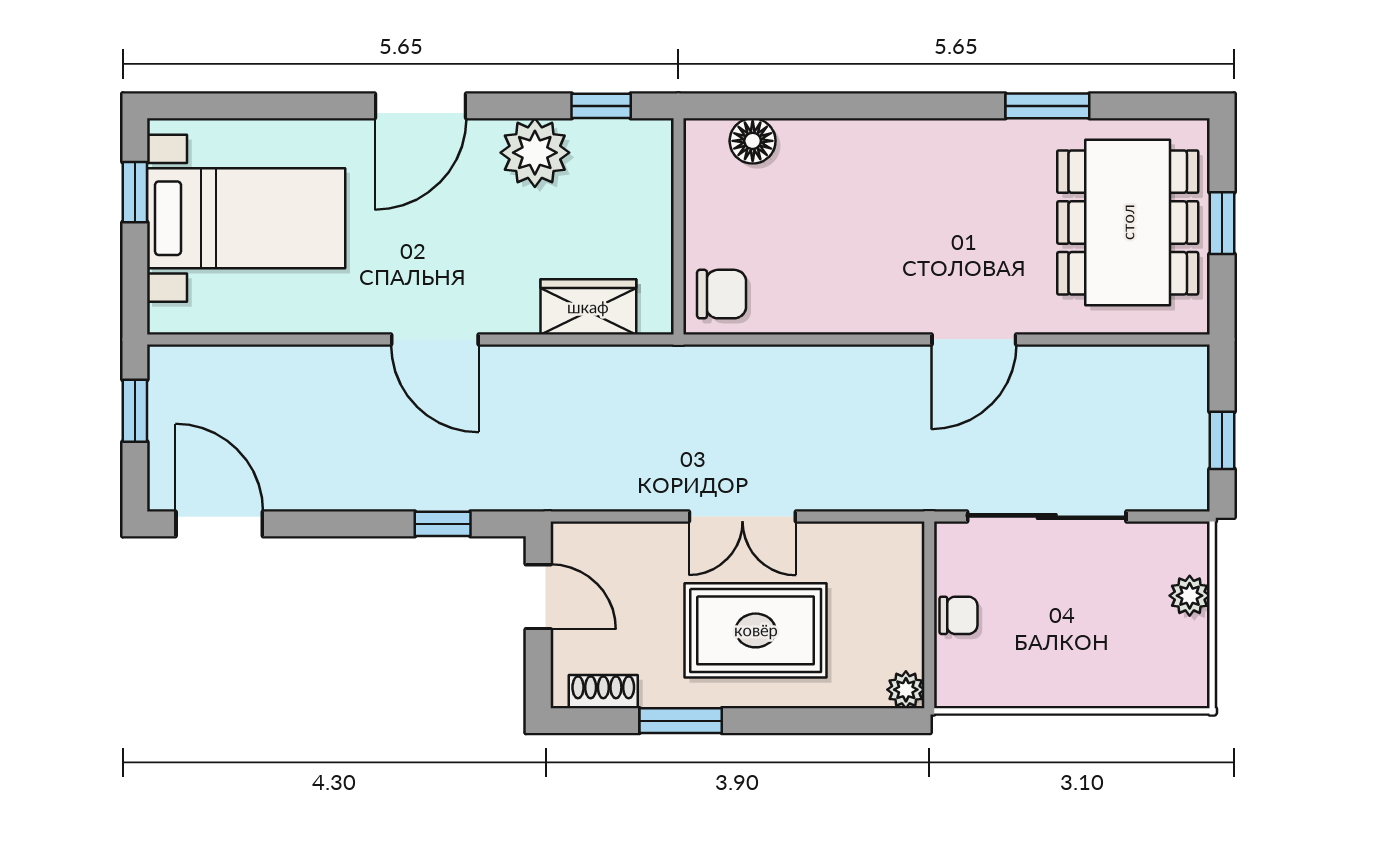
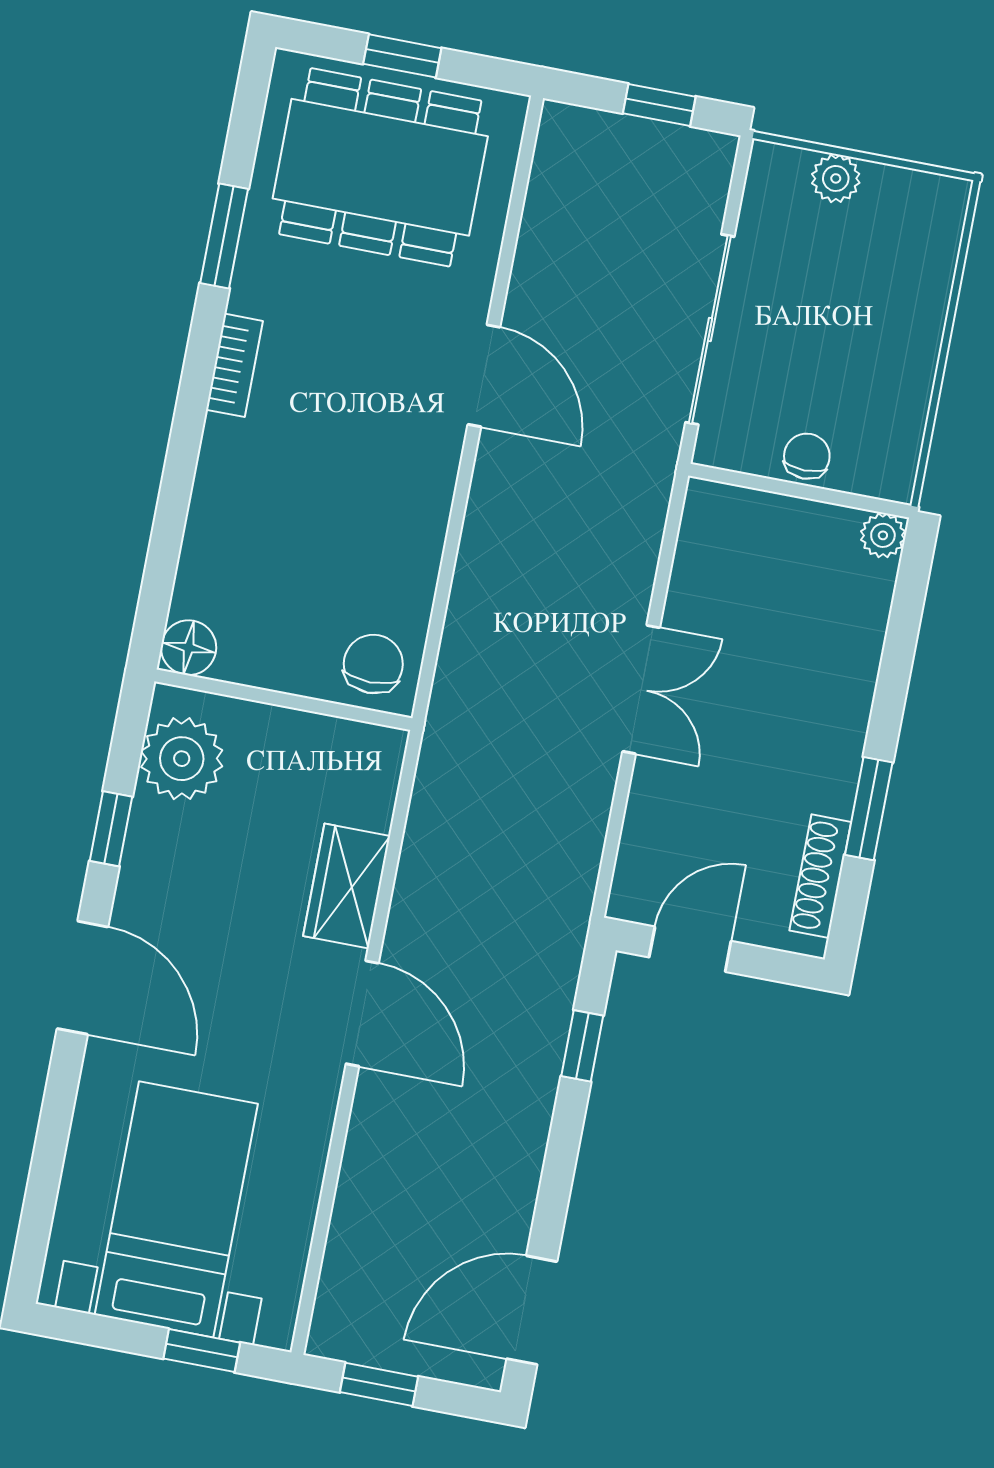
window: (601, 106) -> (111, 829), moved
bookcase: (944, 134) -> (234, 365), added
floor lamp: (753, 141) -> (189, 648), moved
plant: (535, 153) -> (182, 759), moved
window: (135, 192) -> (202, 1351), moved
wardrobe: (588, 307) -> (347, 886), moved
door: (435, 339) -> (362, 1013), hinge flipped
rug: (756, 630) -> (779, 700), removed
shoe rack: (603, 692) -> (820, 876), width x1.43

